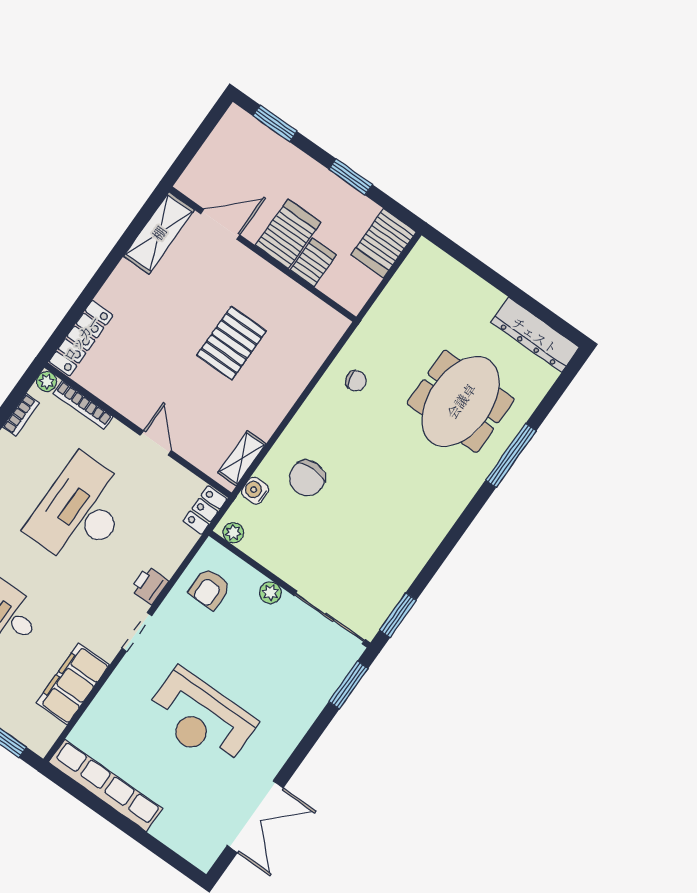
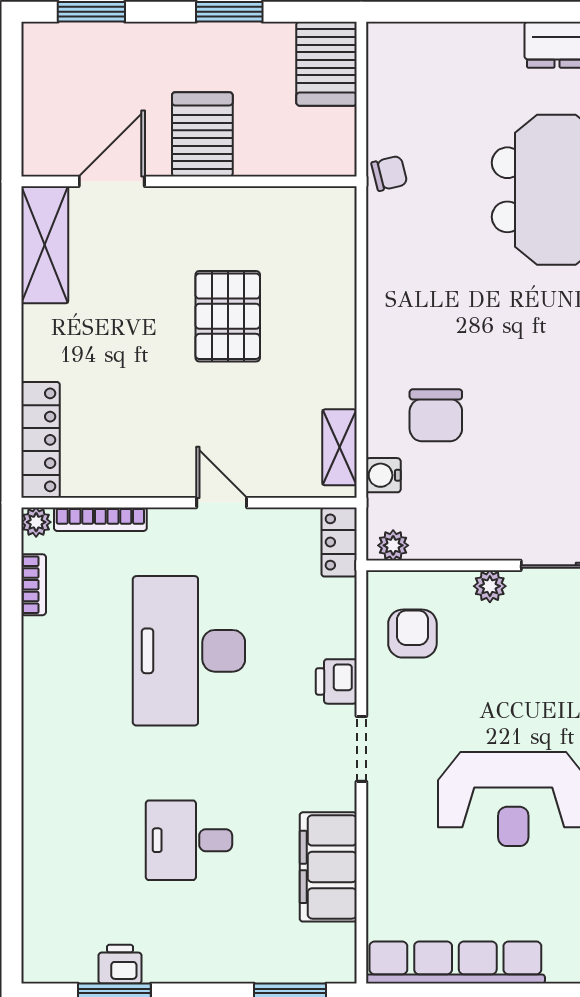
server rack: (313, 262) -> (258, 148), removed
chair: (356, 381) -> (389, 173), moved
armchair: (210, 589) -> (412, 634), turned 180

